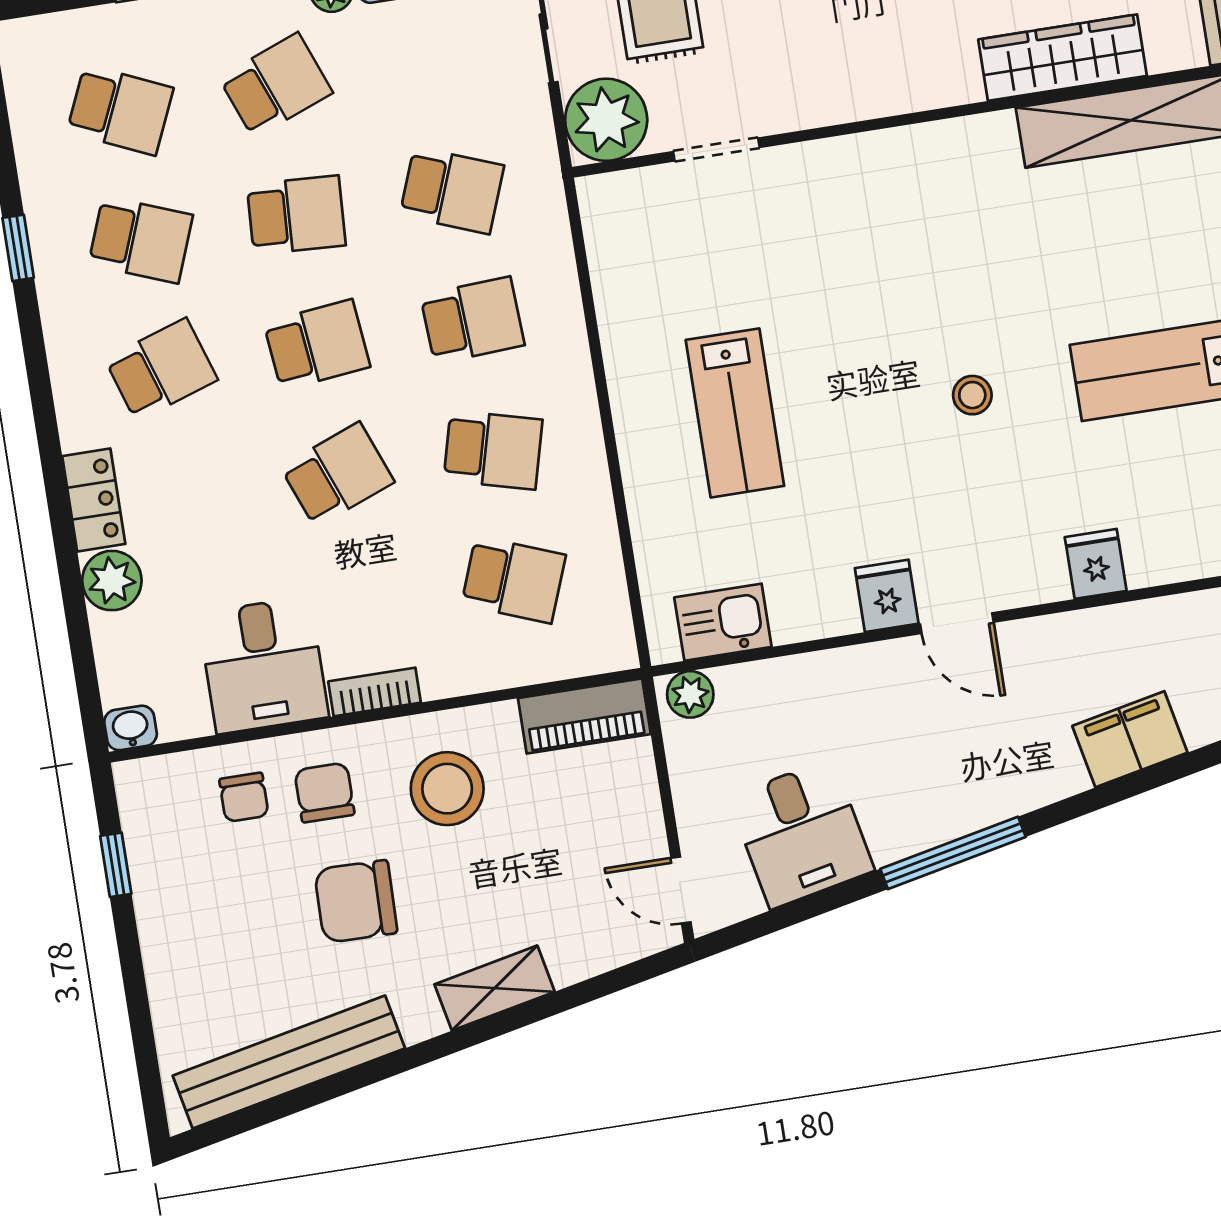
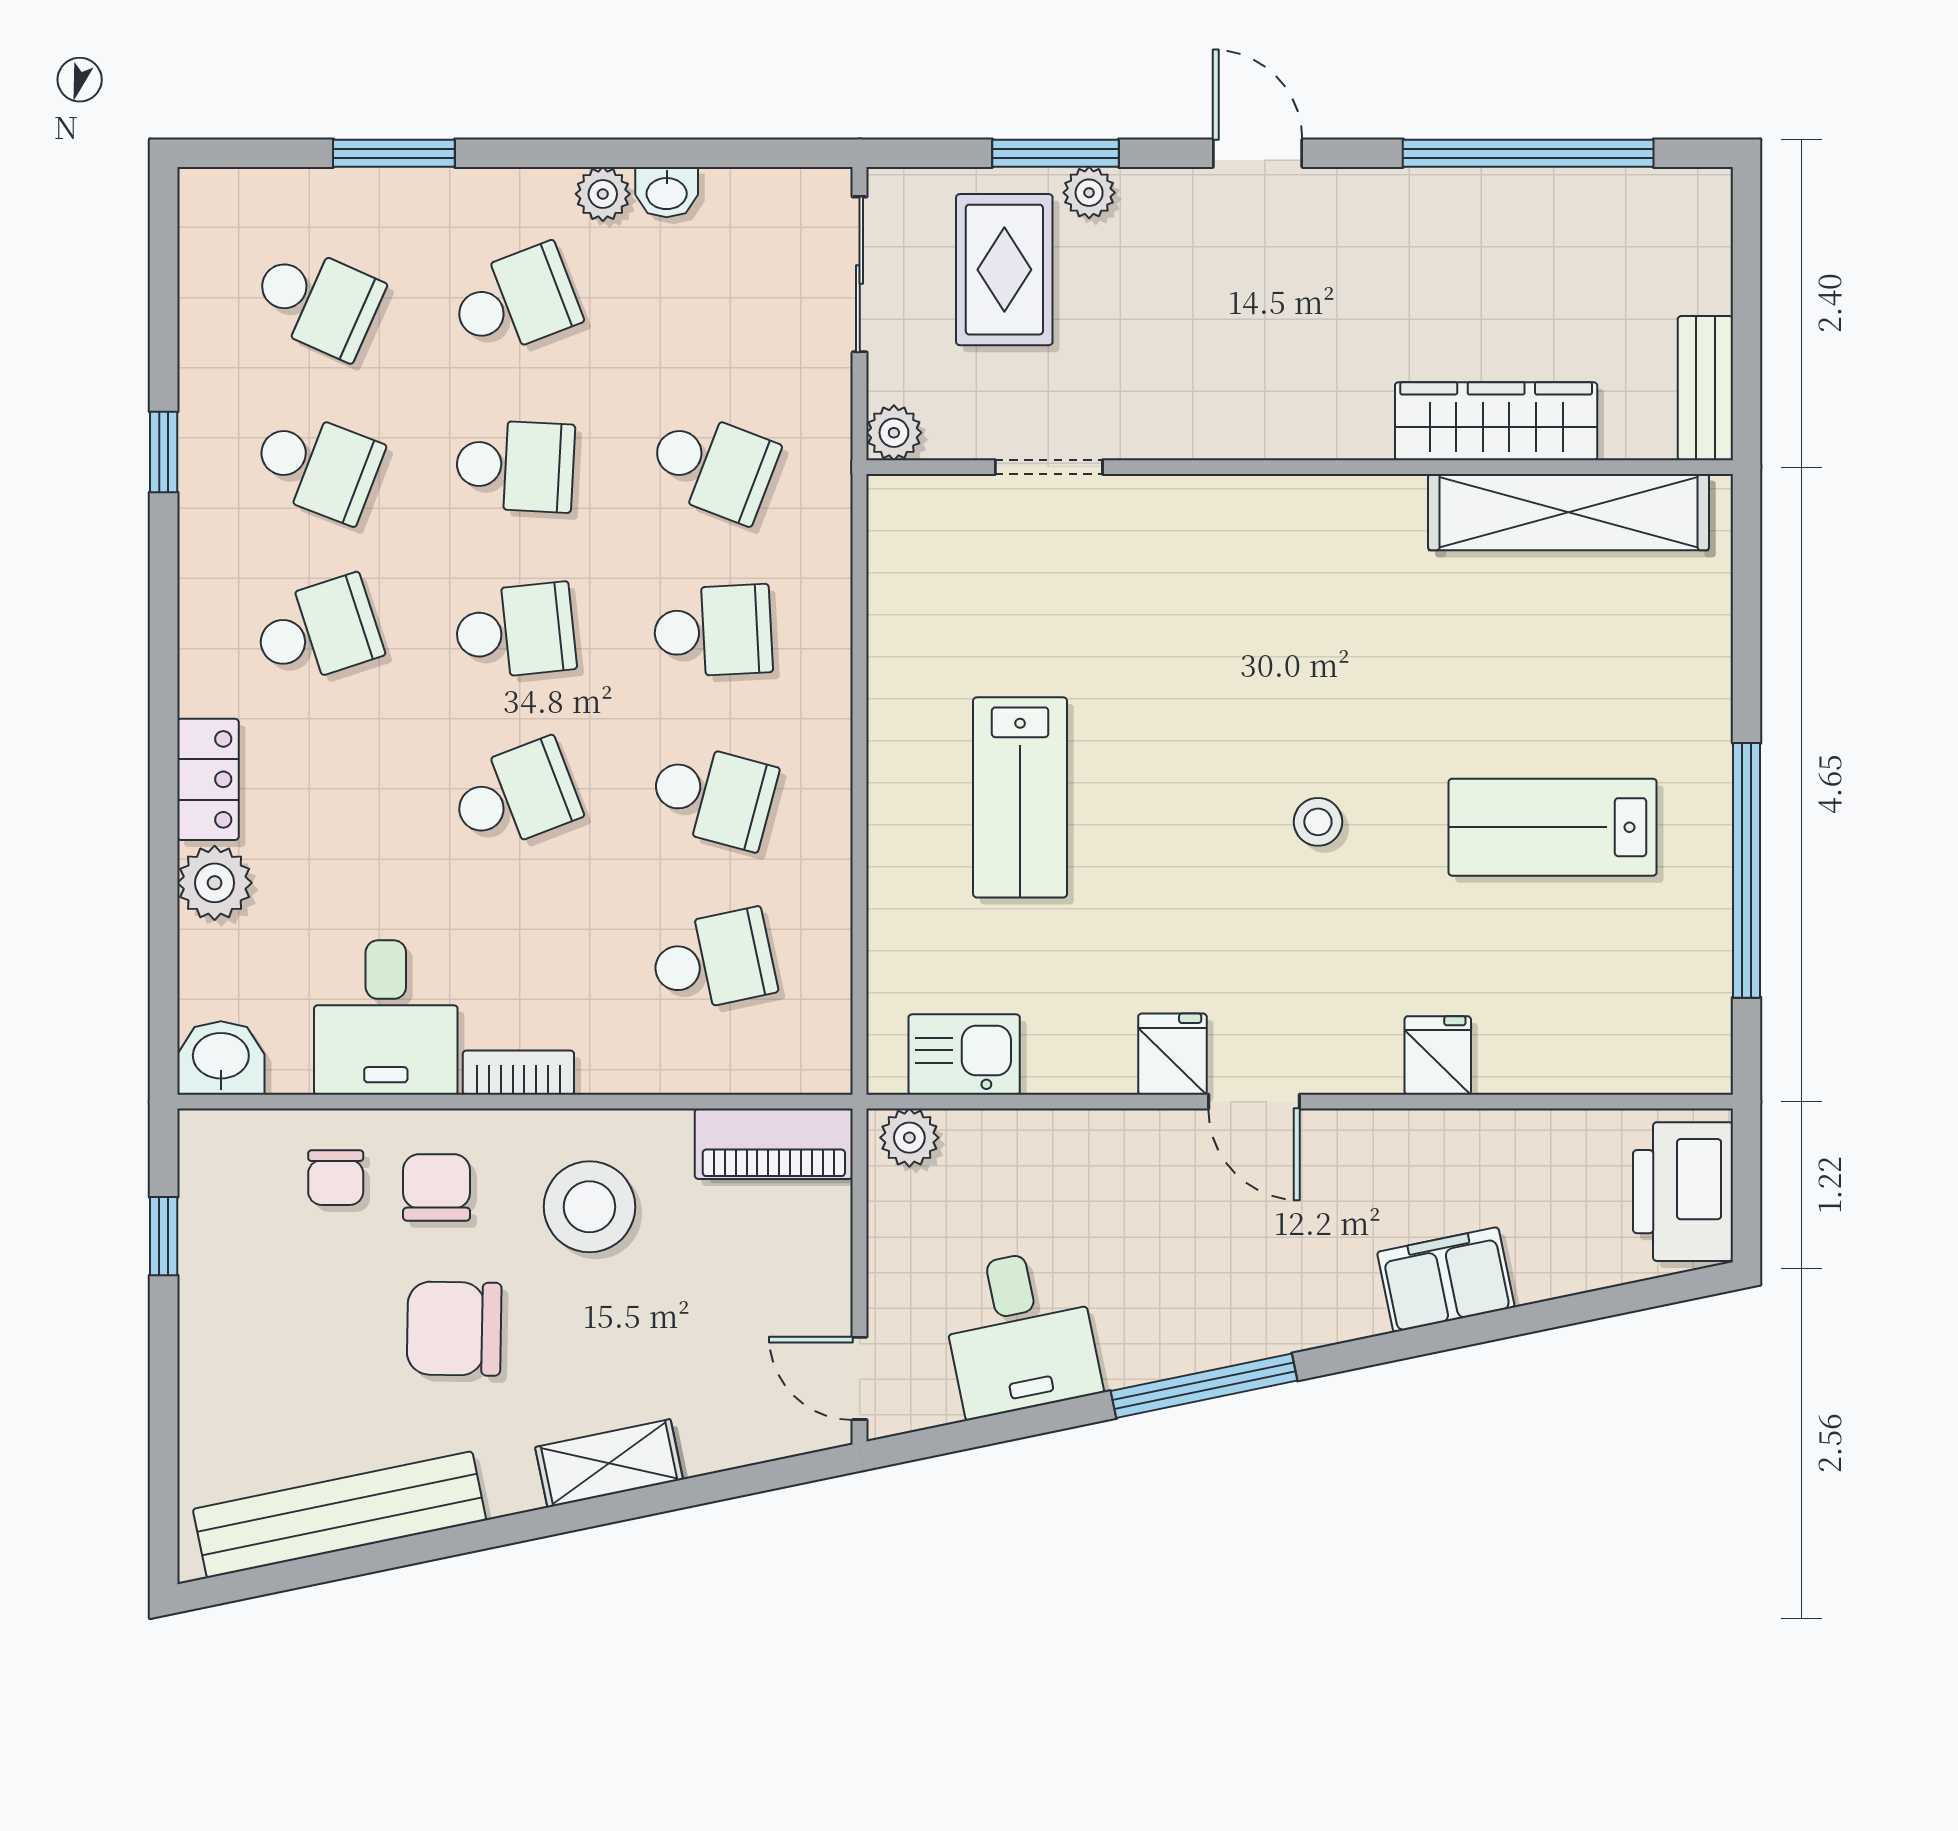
plant: (606, 120) -> (894, 433), width x0.53, depth x0.53
school desk: (514, 580) -> (713, 961), turned -33
washbasin: (131, 728) -> (221, 1058), width x1.38, depth x1.45

